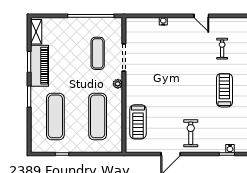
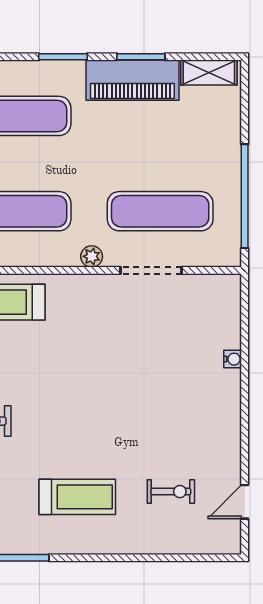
door: (201, 16) -> (245, 502), moved
exercise mat: (98, 53) -> (160, 211), width x1.36, depth x1.45

